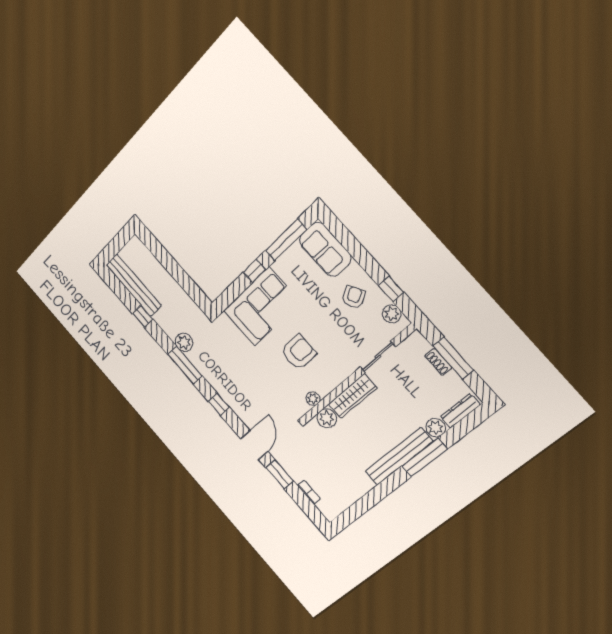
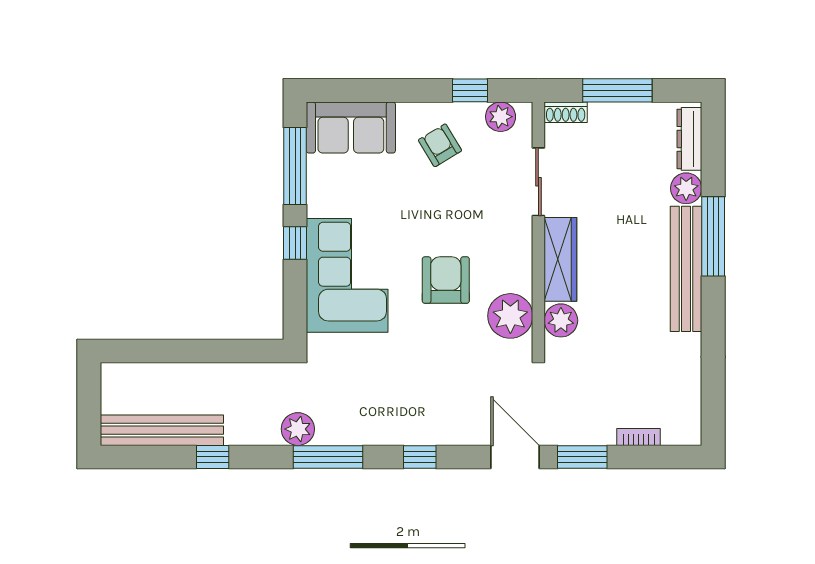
shoe rack: (438, 362) -> (566, 112), moved
plant: (313, 399) -> (510, 316), width x1.87, depth x1.87

